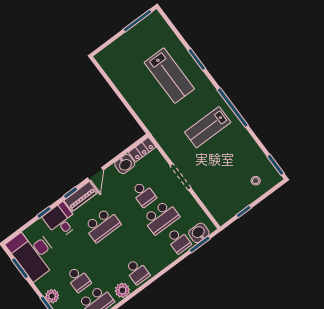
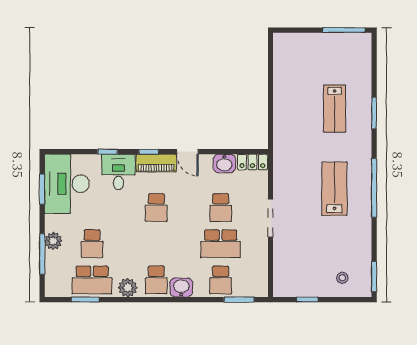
lab bench: (169, 76) -> (335, 109), width x0.73, depth x0.72
lab bench: (208, 127) -> (334, 189), turned 90
door: (95, 174) -> (187, 152), hinge flipped
school desk: (102, 225) -> (156, 207), width x0.54
washbasin: (199, 233) -> (181, 287), moved

